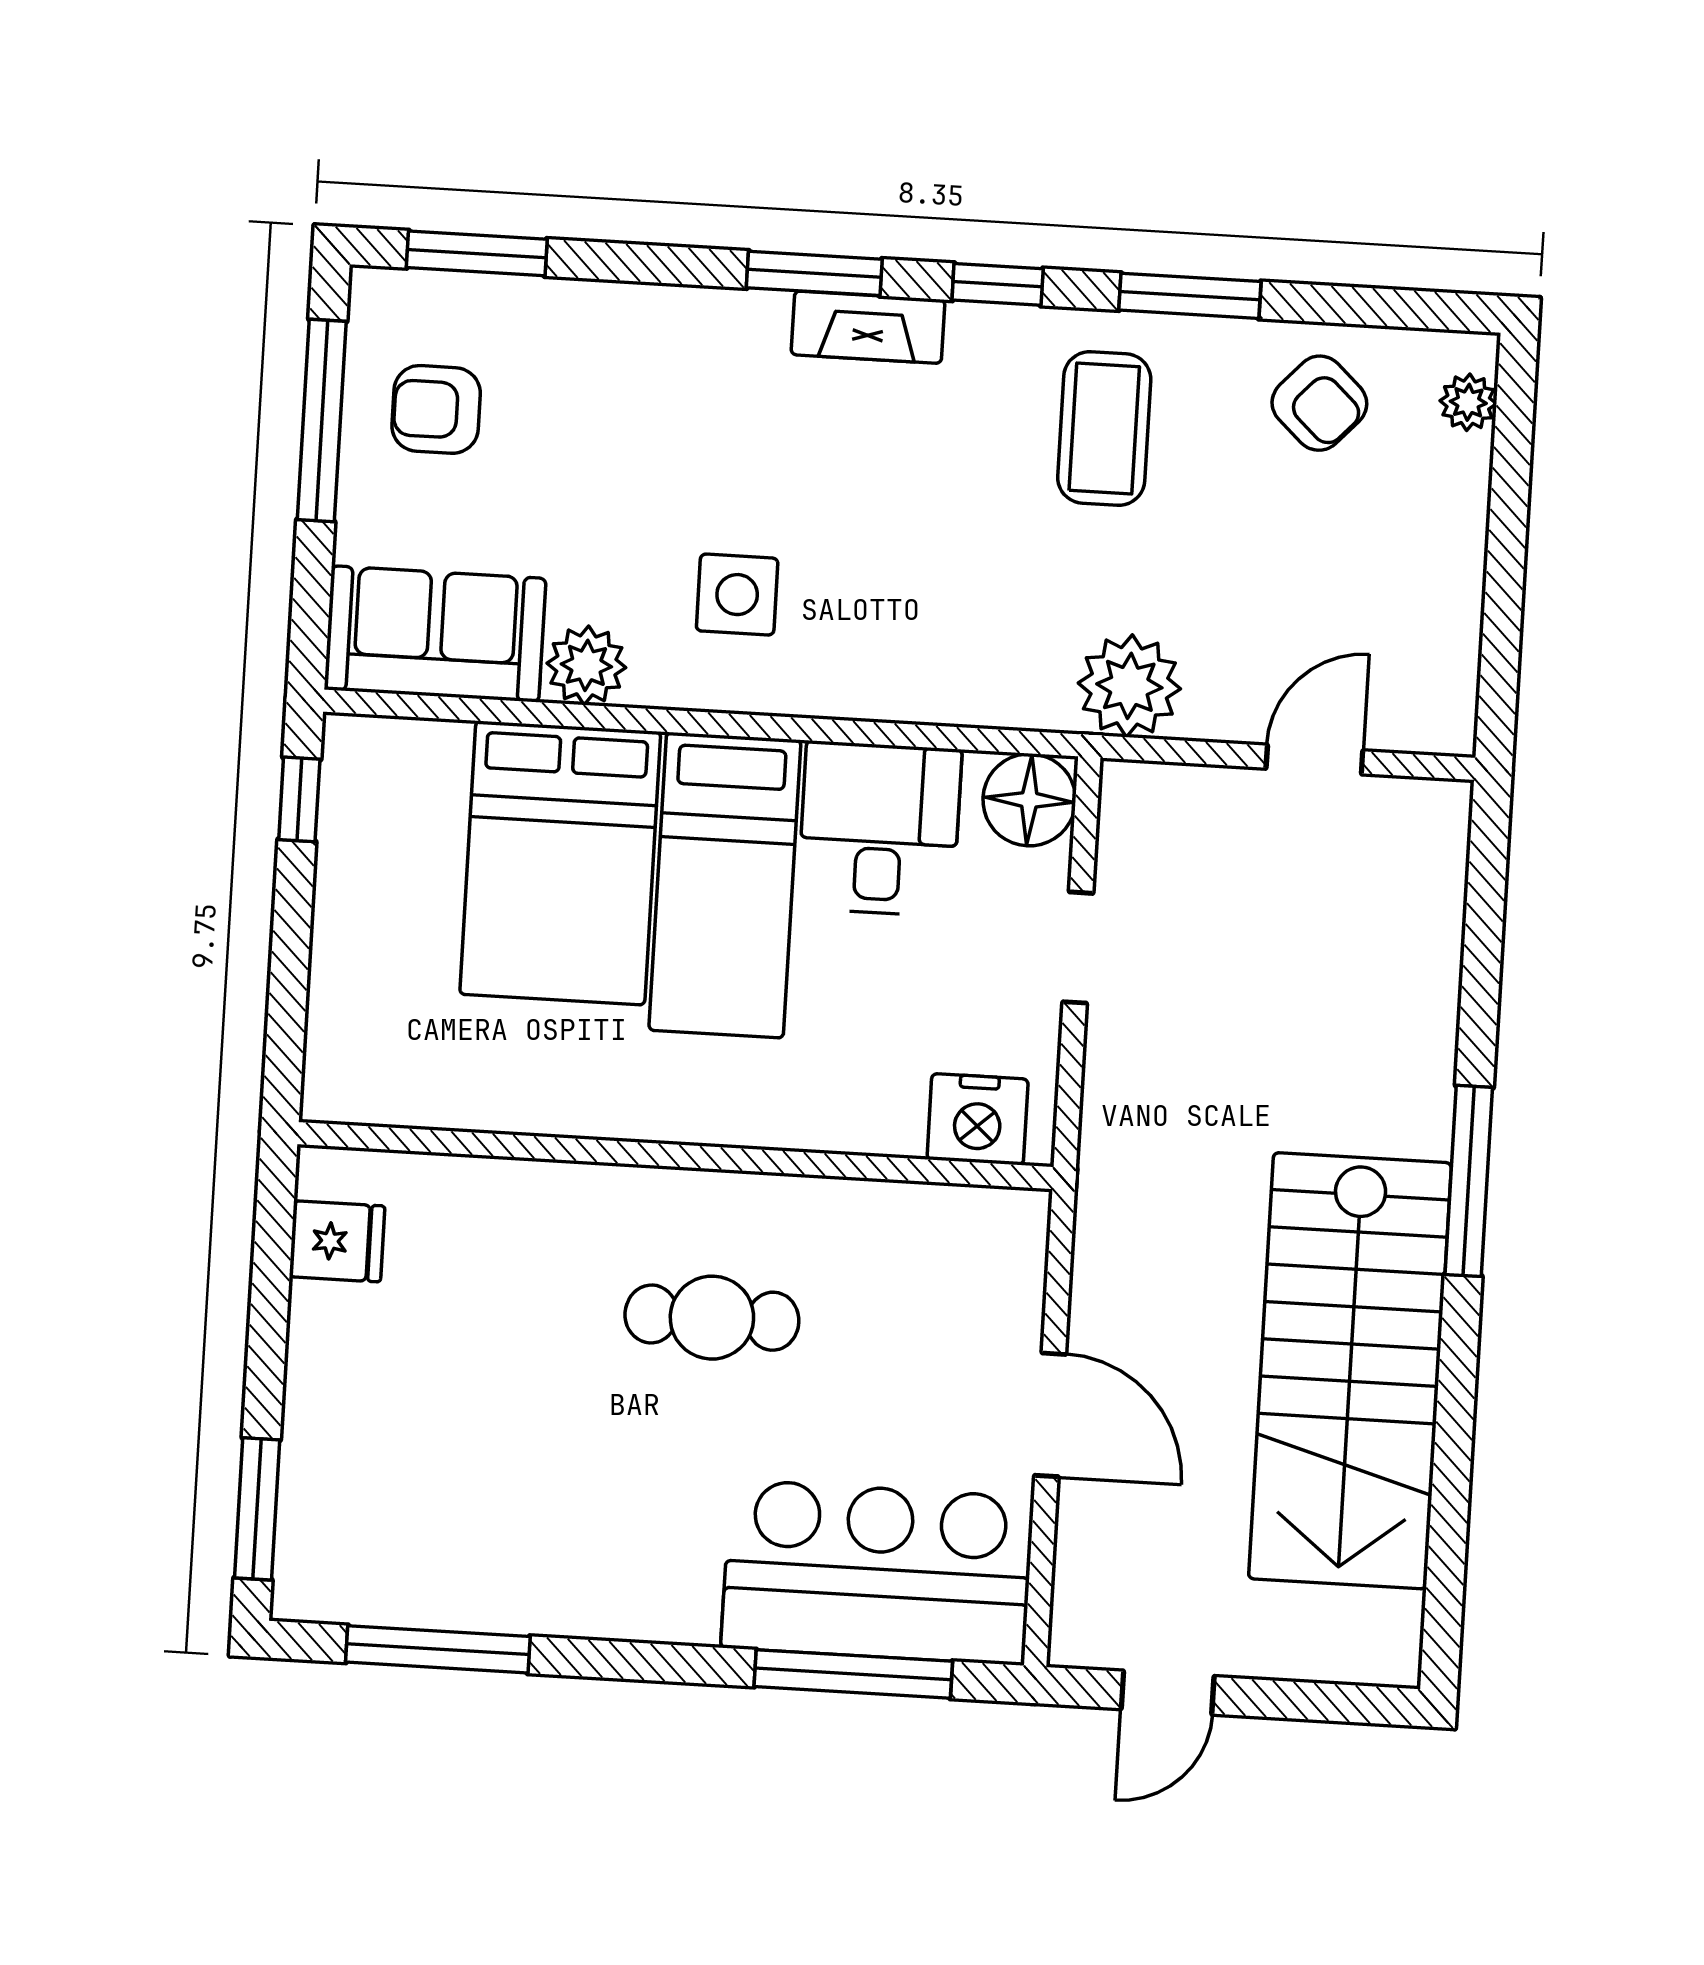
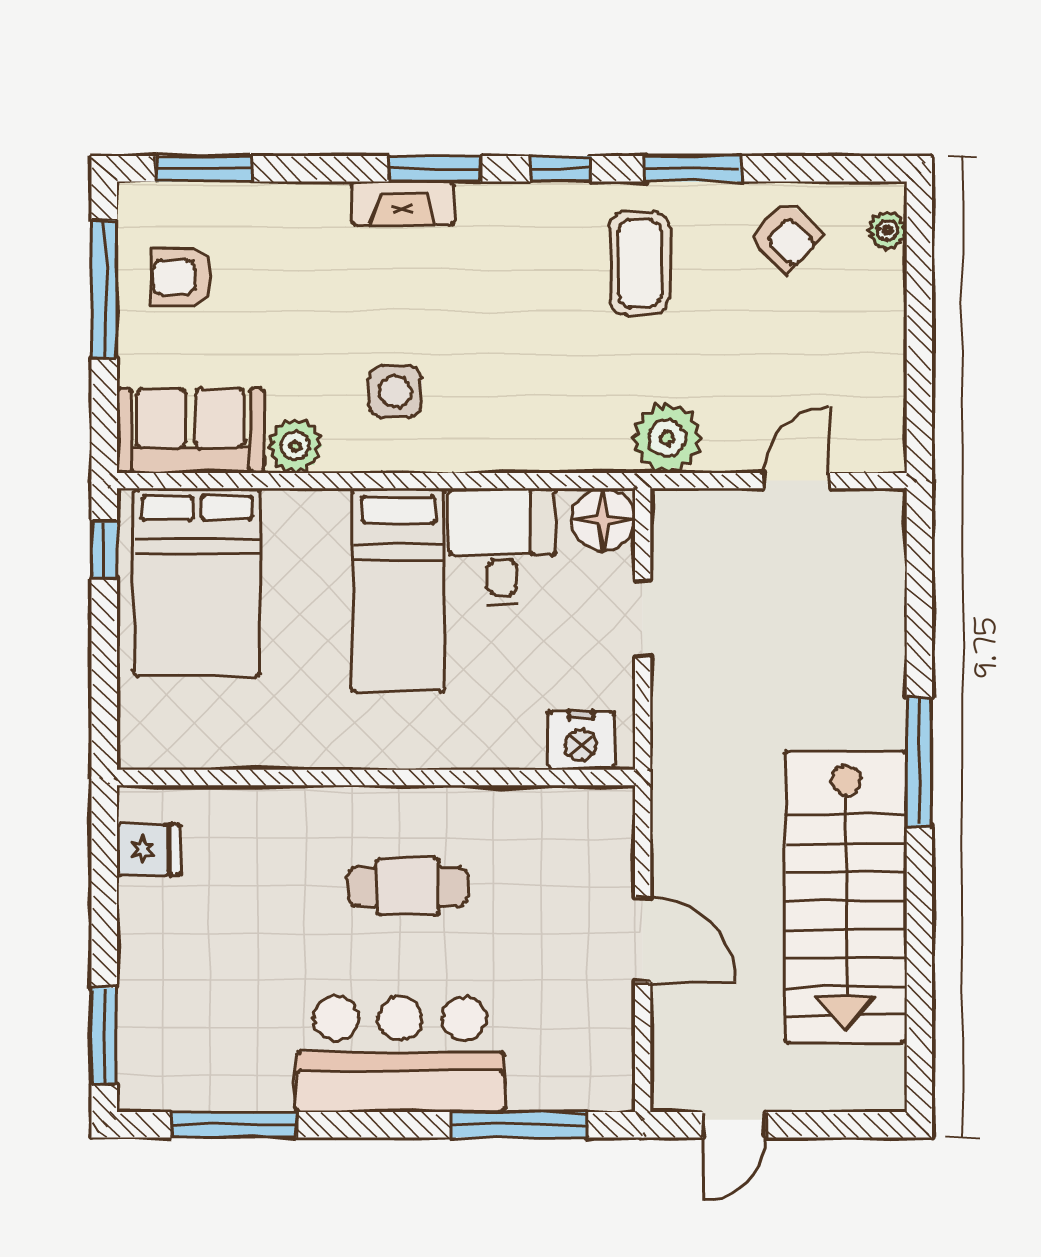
fireplace: (868, 327) -> (403, 203), moved
bed: (560, 863) -> (197, 582), moved
bar counter: (877, 1572) -> (400, 1054), moved

